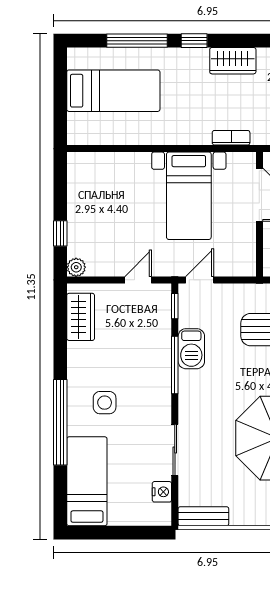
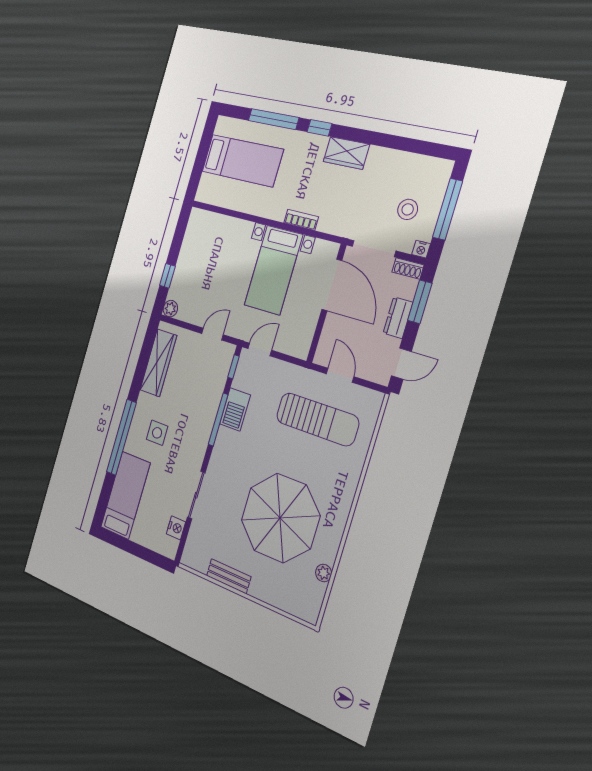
bookcase: (231, 138) -> (301, 220), moved
wardrobe: (81, 317) -> (158, 363), width x1.50
bench: (203, 516) -> (229, 576), moved

